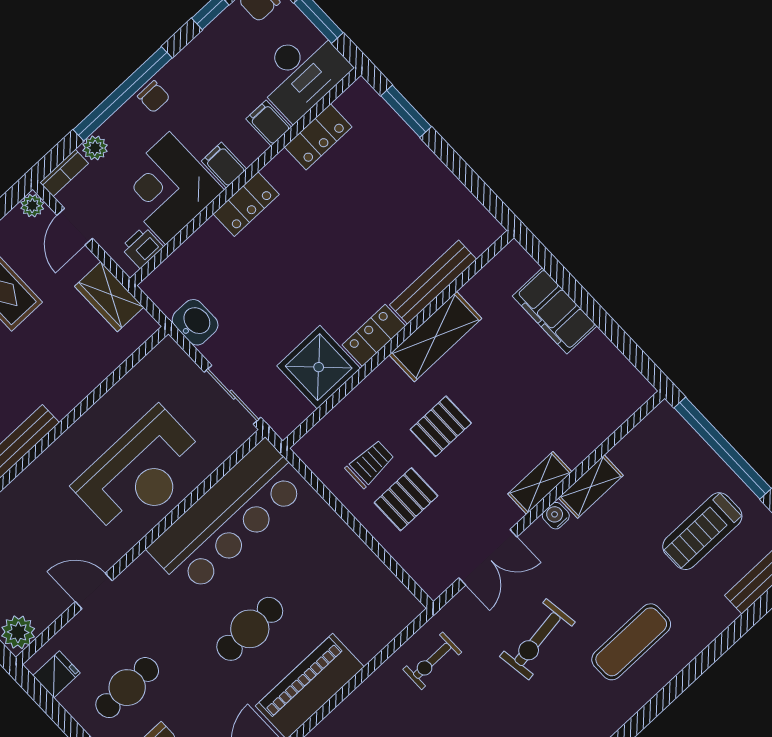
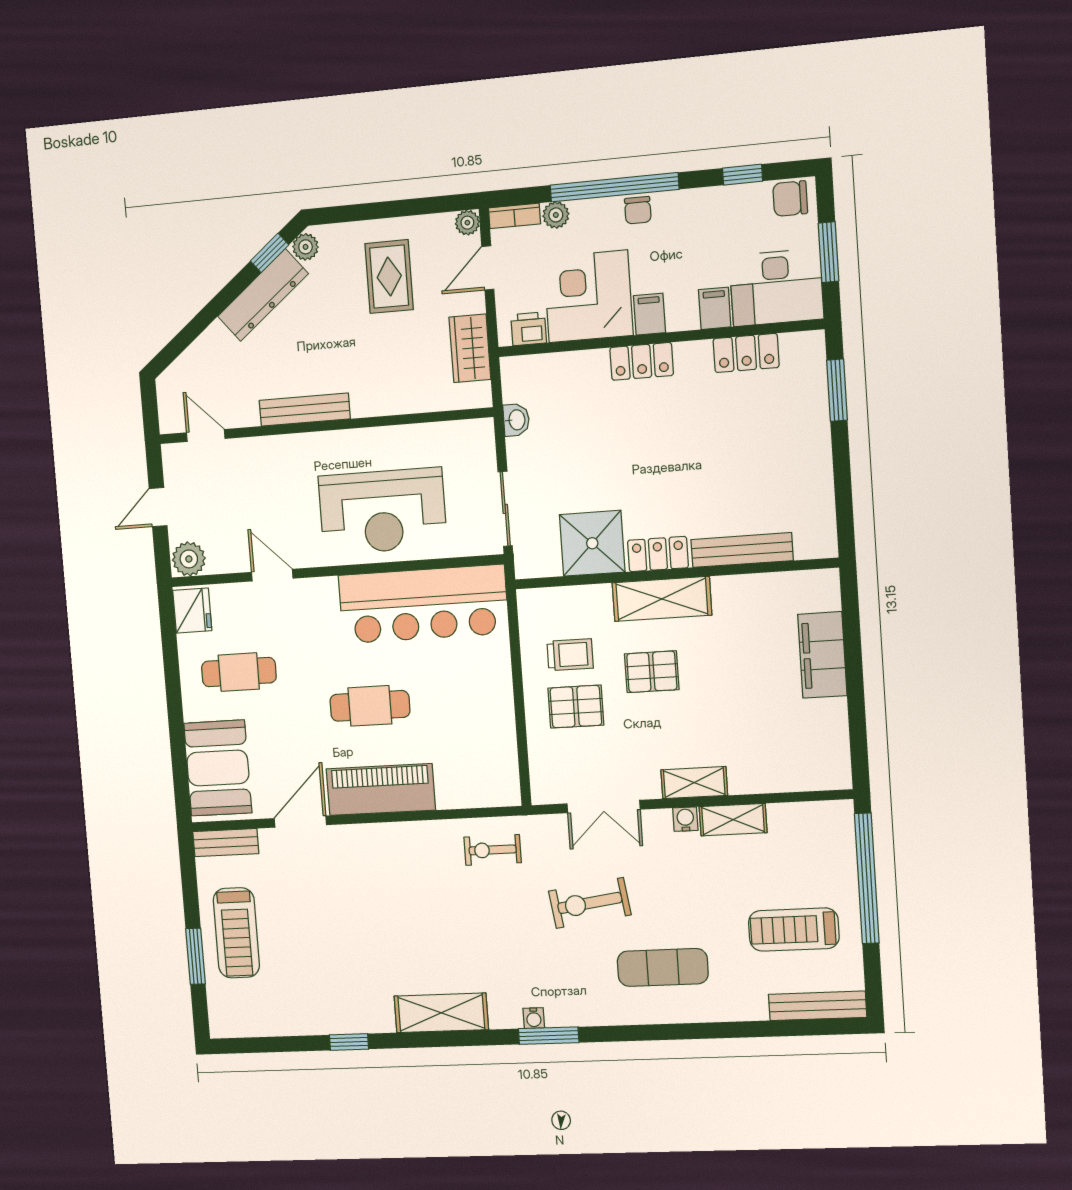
washbasin: (195, 322) -> (516, 420), width x0.72, depth x0.69
shelving: (435, 337) -> (662, 599), moved
fridge: (57, 674) -> (192, 611), width x1.38

